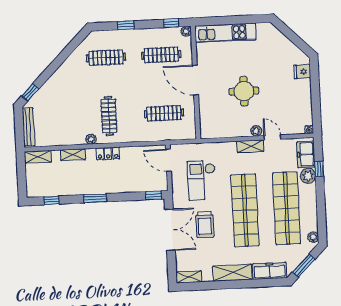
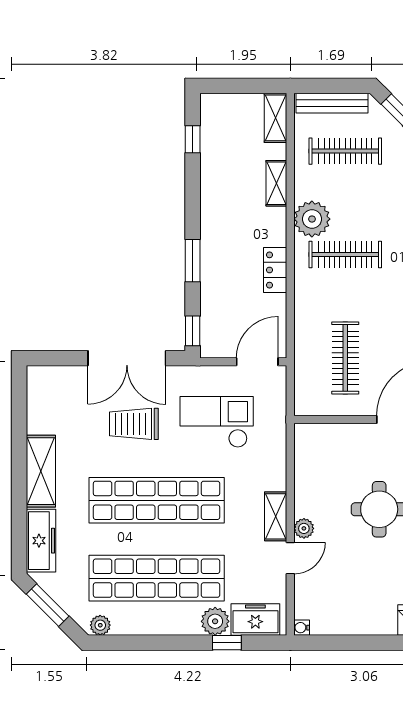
clothes rail: (54, 119) -> (345, 151), added
plant: (91, 139) -> (312, 219), width x1.87, depth x1.87
locker: (108, 153) -> (275, 270), moved
window: (95, 198) -> (193, 261), moved
shelving: (189, 277) -> (37, 389), removed

